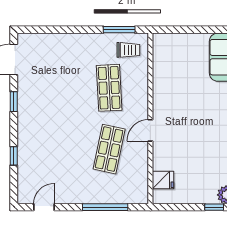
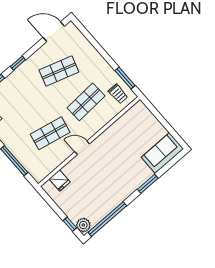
shop shelf: (56, 88) -> (59, 71), added
window: (14, 102) -> (18, 63), moved

